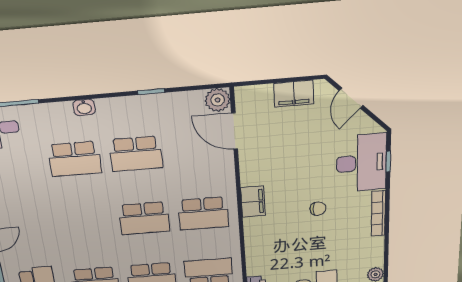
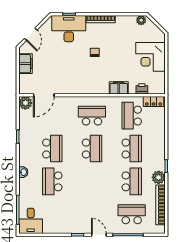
door: (351, 98) -> (31, 34), hinge flipped
school desk: (75, 159) -> (52, 181), turned 180
filing cabinet: (253, 202) -> (119, 88), moved
school desk: (203, 213) -> (92, 116), turned -90

